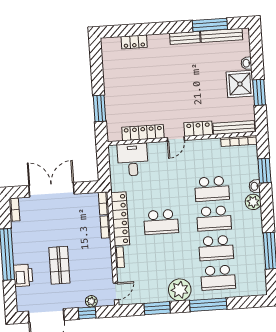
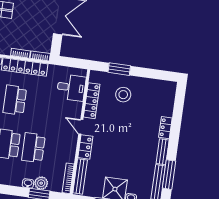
locker: (134, 42) -> (165, 128), moved
stool: (128, 98) -> (123, 95), added
plant: (253, 202) -> (41, 183), moved

